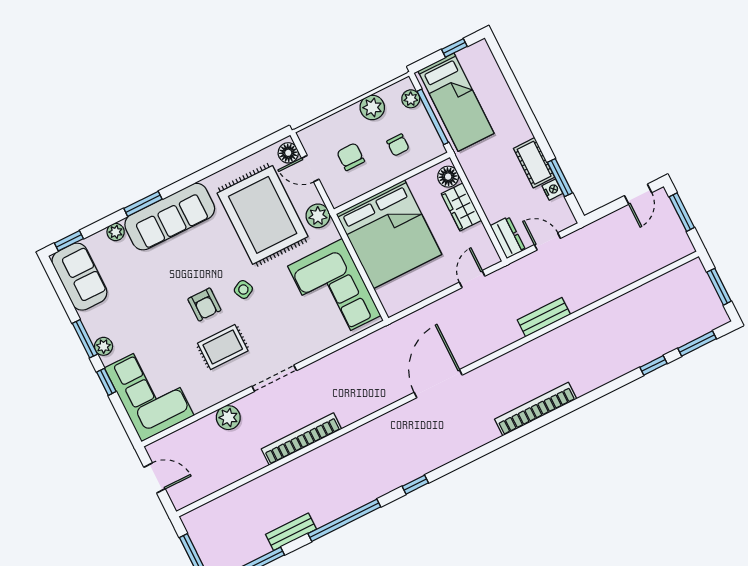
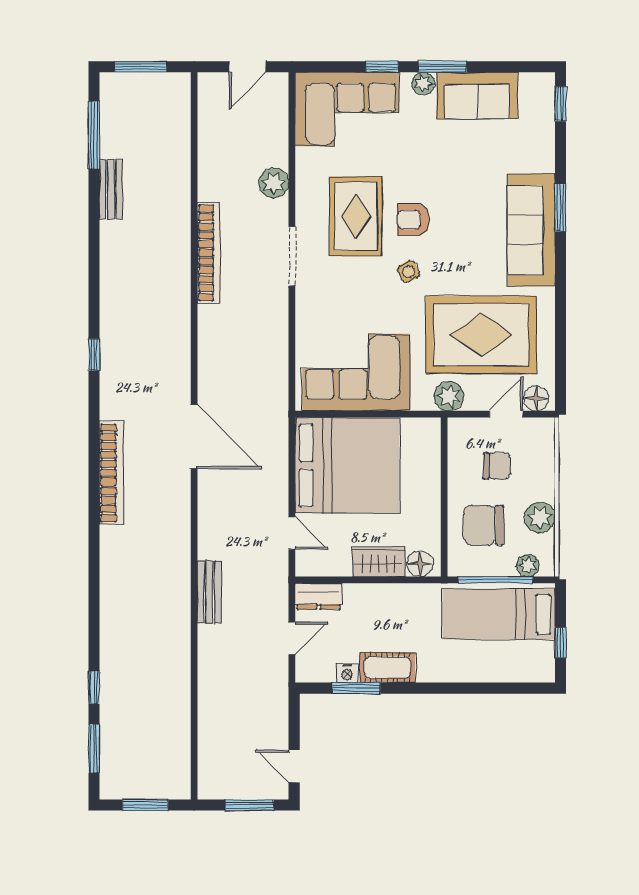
chair: (398, 145) -> (483, 525), width x1.87, depth x1.87
plant: (116, 232) -> (544, 161), removed
bed: (389, 234) -> (347, 465), moved, turned 180
sofa: (79, 277) -> (477, 96), moved
rug: (223, 347) -> (356, 216), width x1.36, depth x1.43
bookcase: (536, 409) -> (111, 473), moved
window: (344, 520) -> (94, 255), removed

